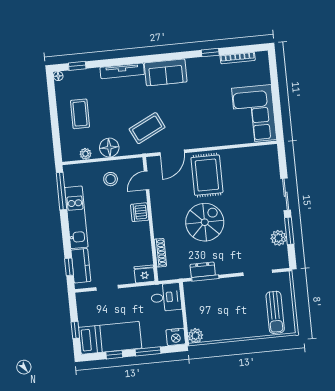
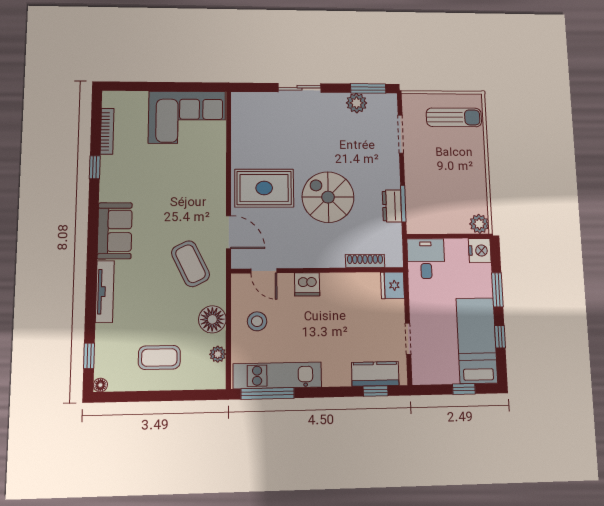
kitchen unit: (76, 217) -> (277, 375), moved
window: (289, 231) -> (368, 88), moved

